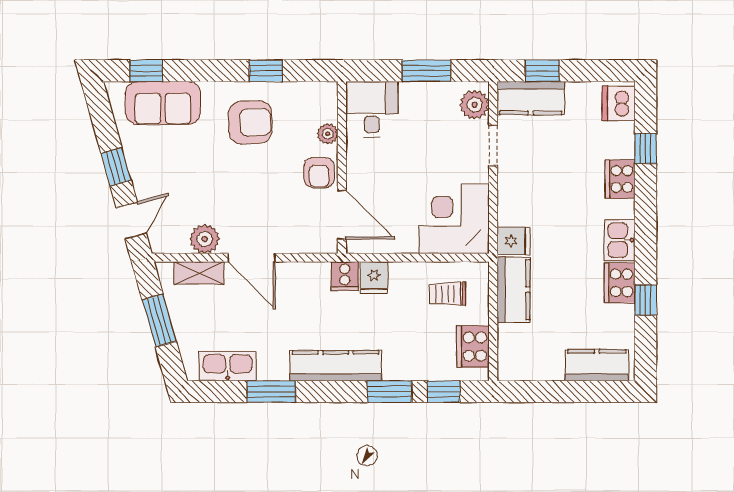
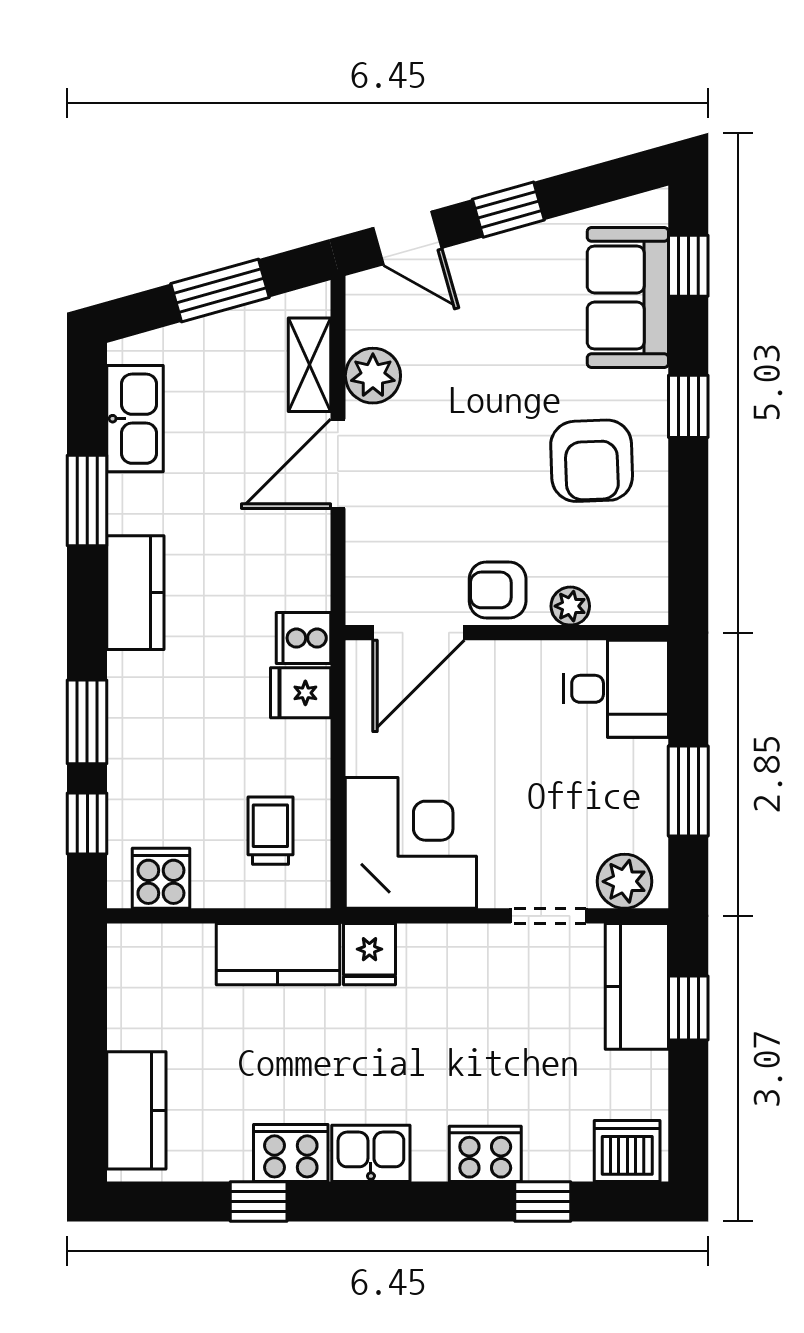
window: (266, 71) -> (688, 406), moved
cooker: (473, 347) -> (161, 878), width x0.73
kitchen counter: (336, 366) -> (135, 593), width x0.67

